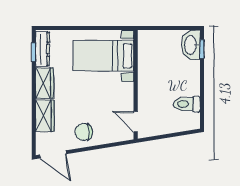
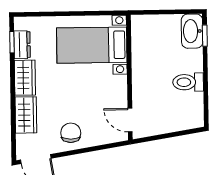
dresser: (43, 49) -> (22, 45), width x0.70
toilet: (187, 104) -> (188, 82), moved
chair: (84, 132) -> (71, 133), turned 90

